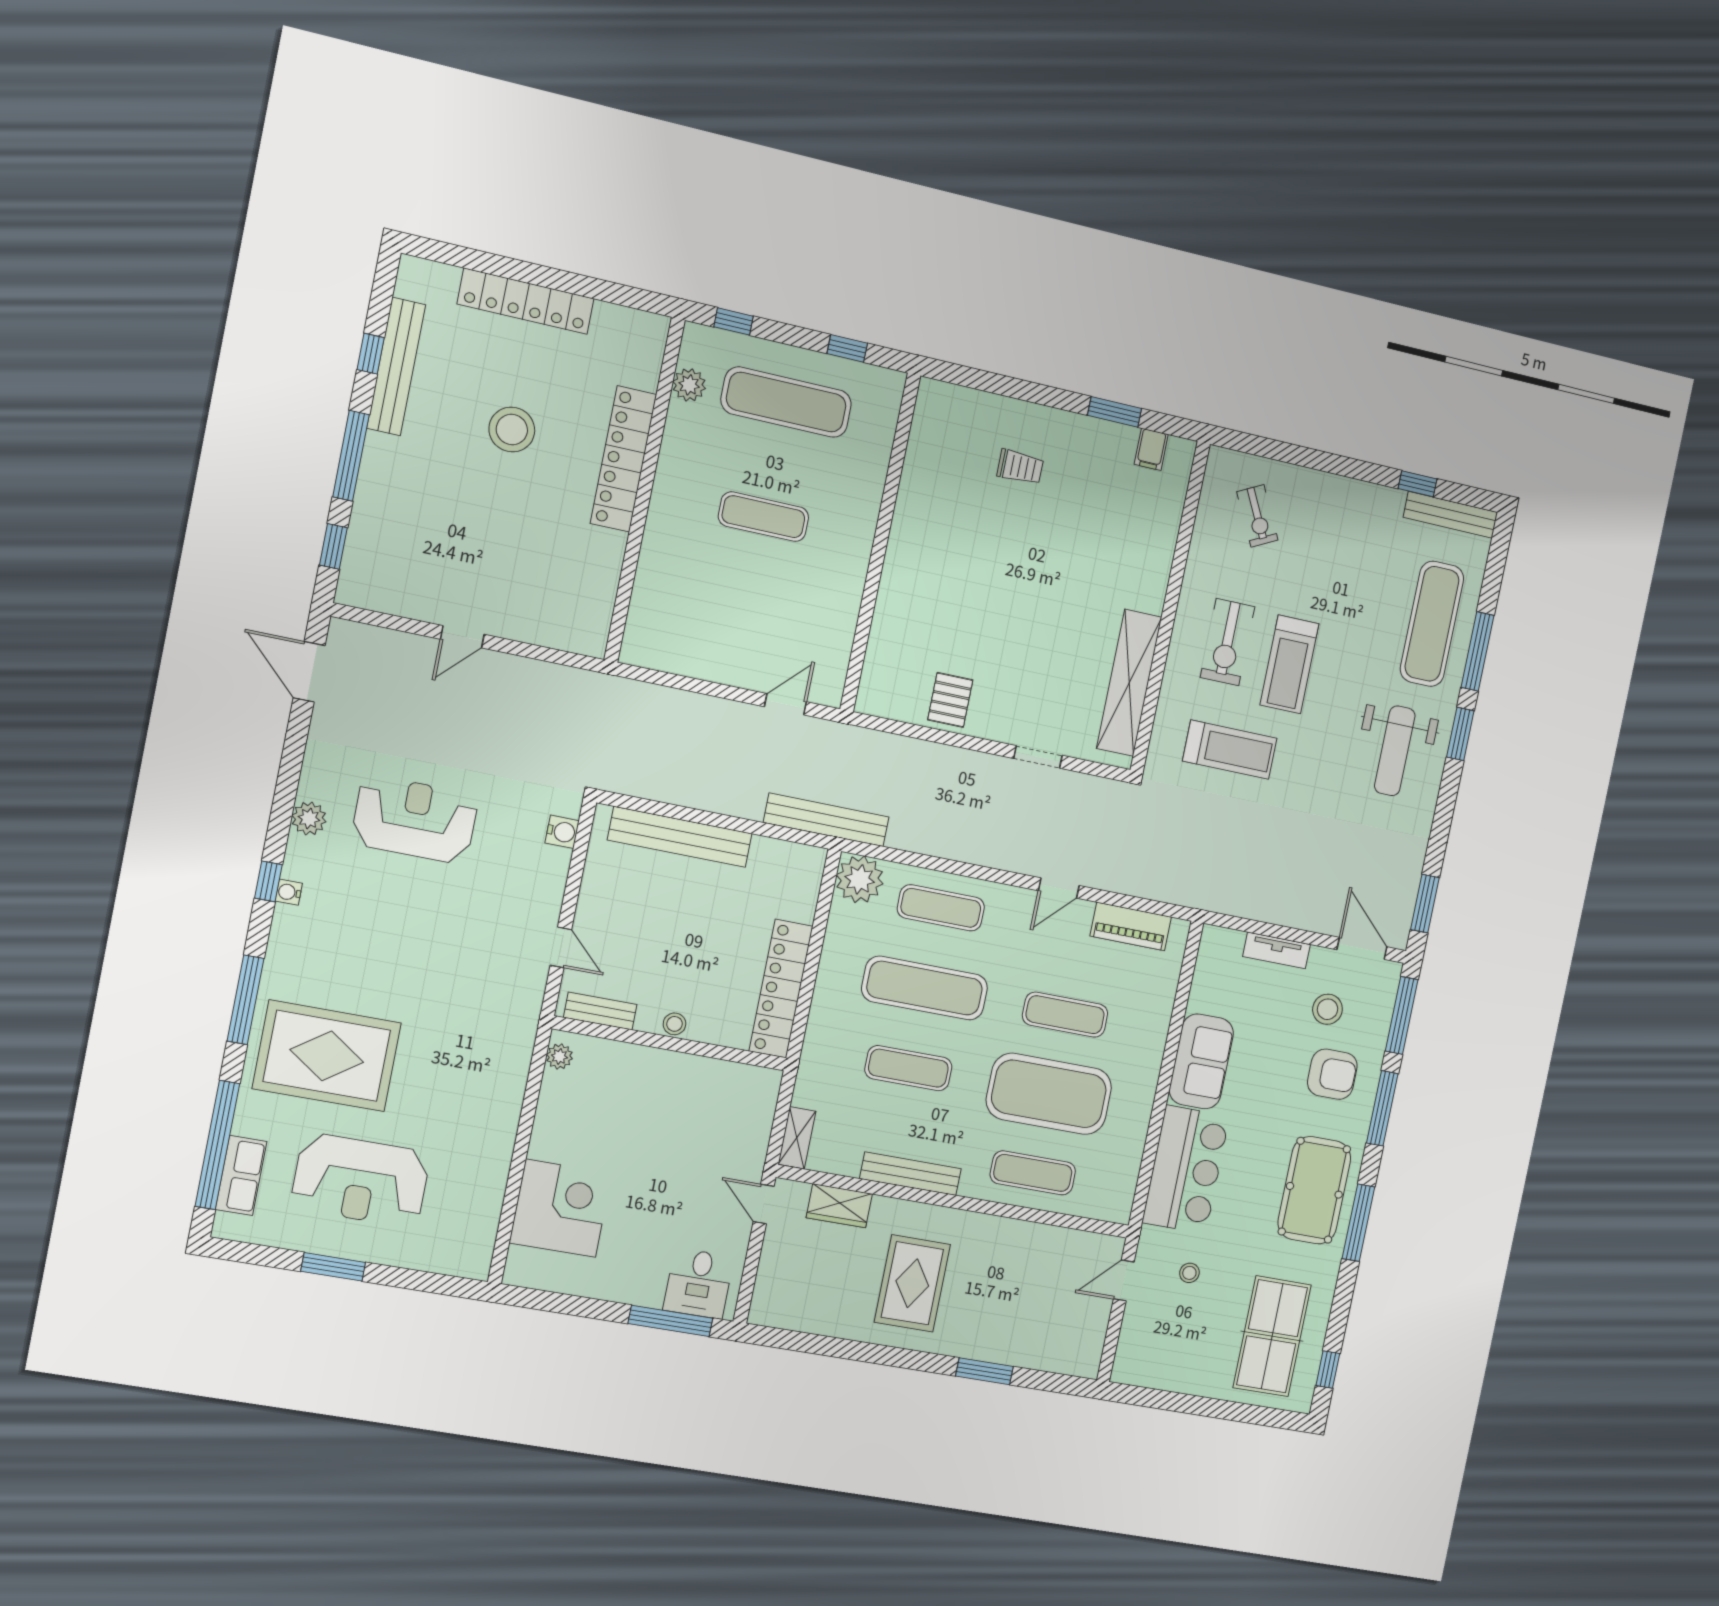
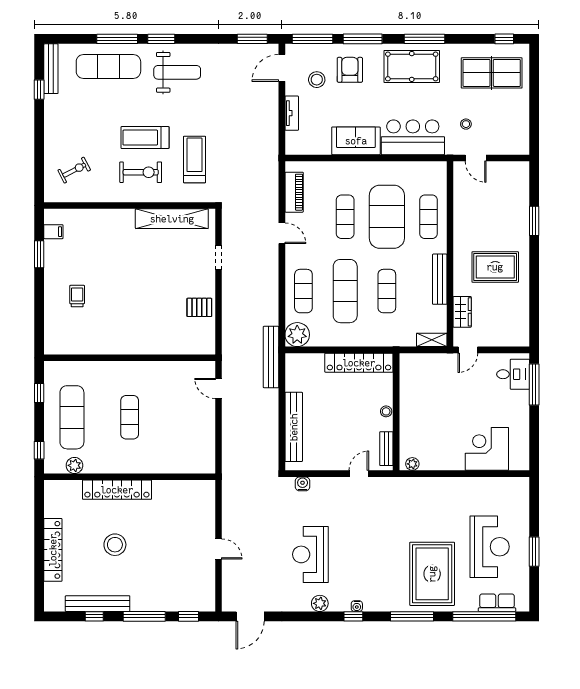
treadmill: (1289, 664) -> (145, 138), turned 180

